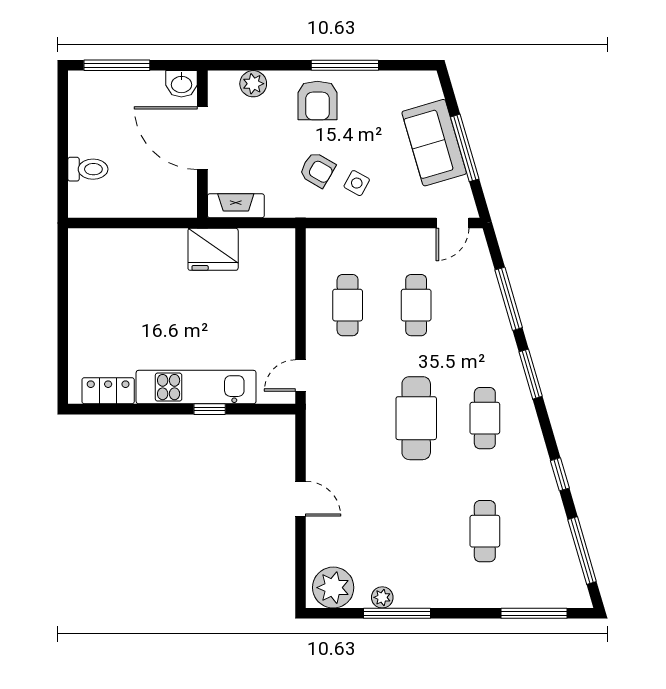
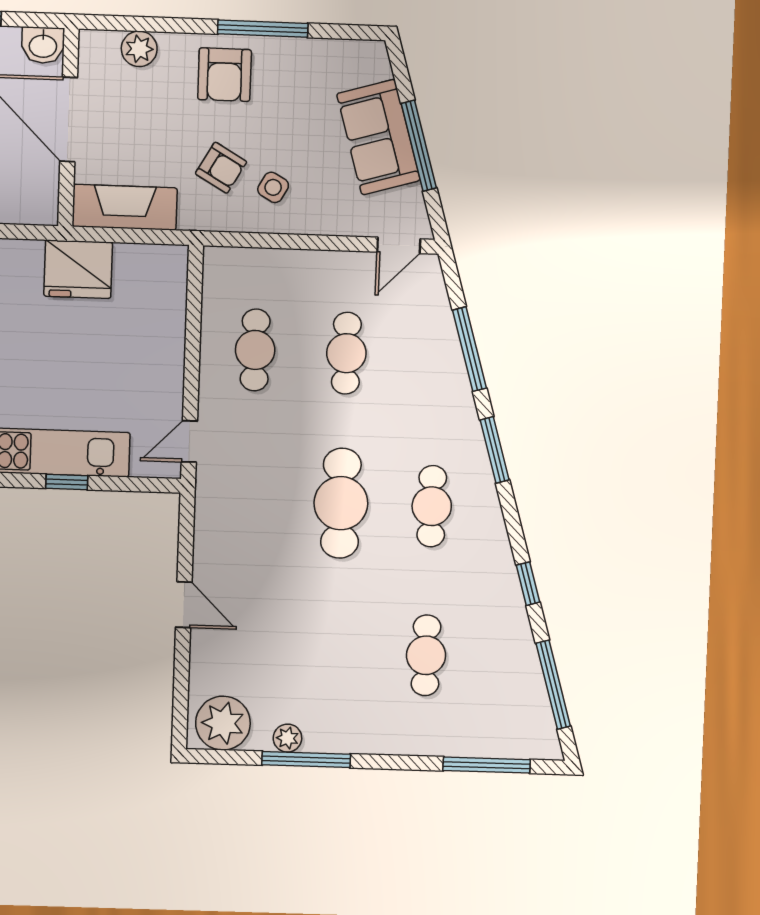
fireplace: (236, 206) -> (125, 207), width x1.37, depth x1.32

